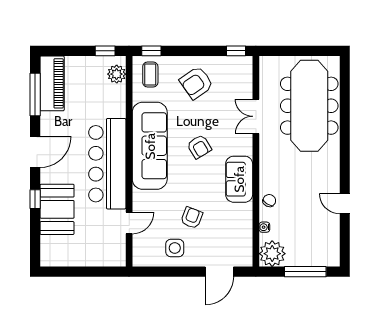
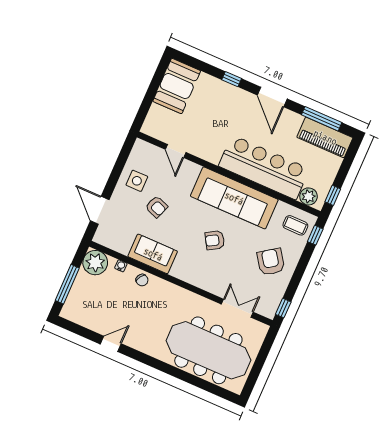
double door: (256, 116) -> (237, 308), moved
bar counter: (107, 164) -> (264, 167), moved
sofa: (239, 179) -> (153, 254), moved
booth: (57, 209) -> (177, 86), moved, turned 90

